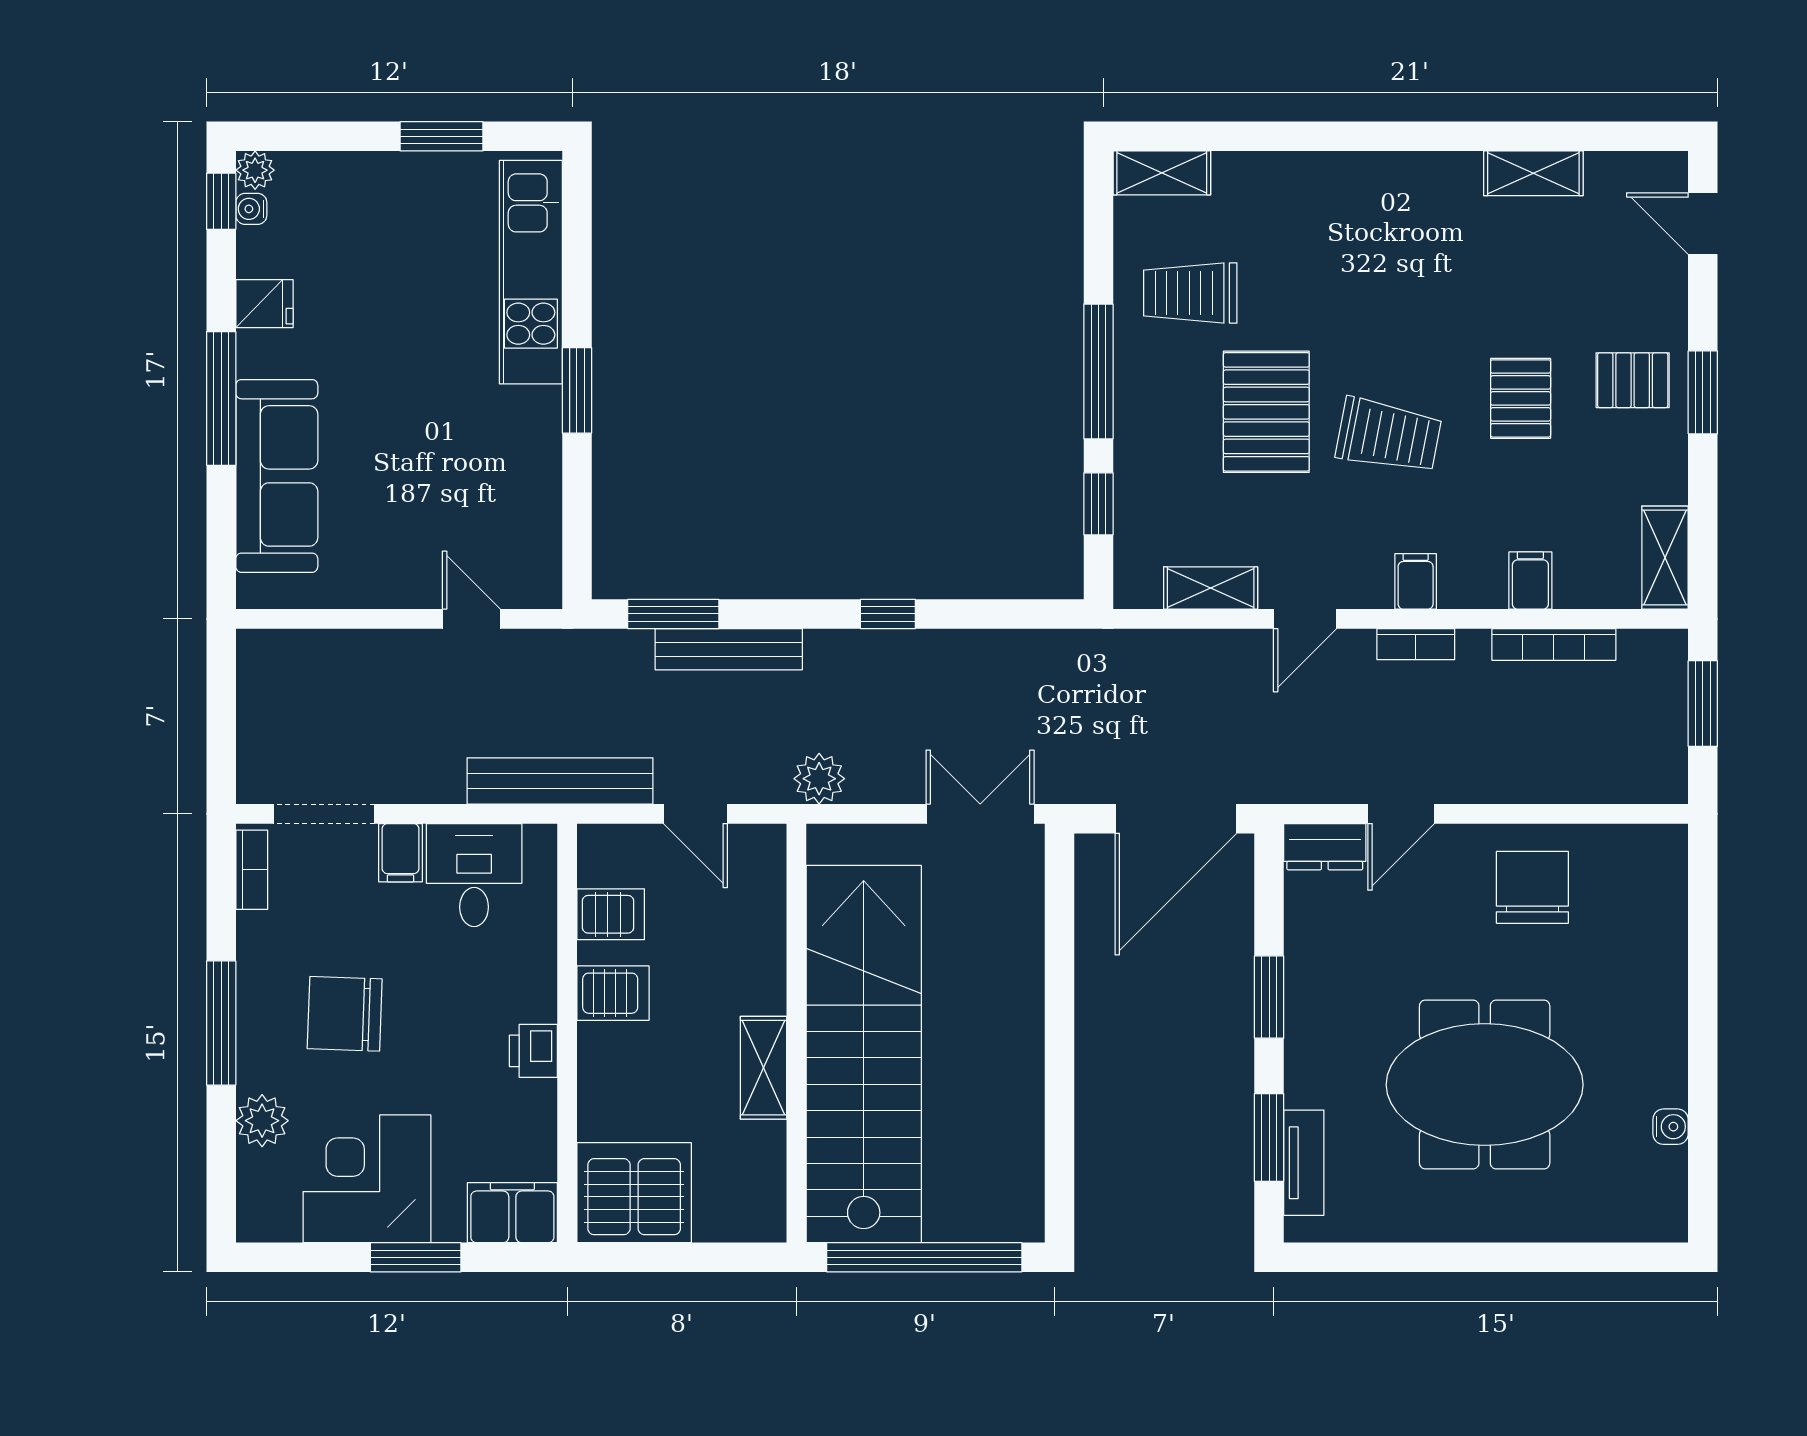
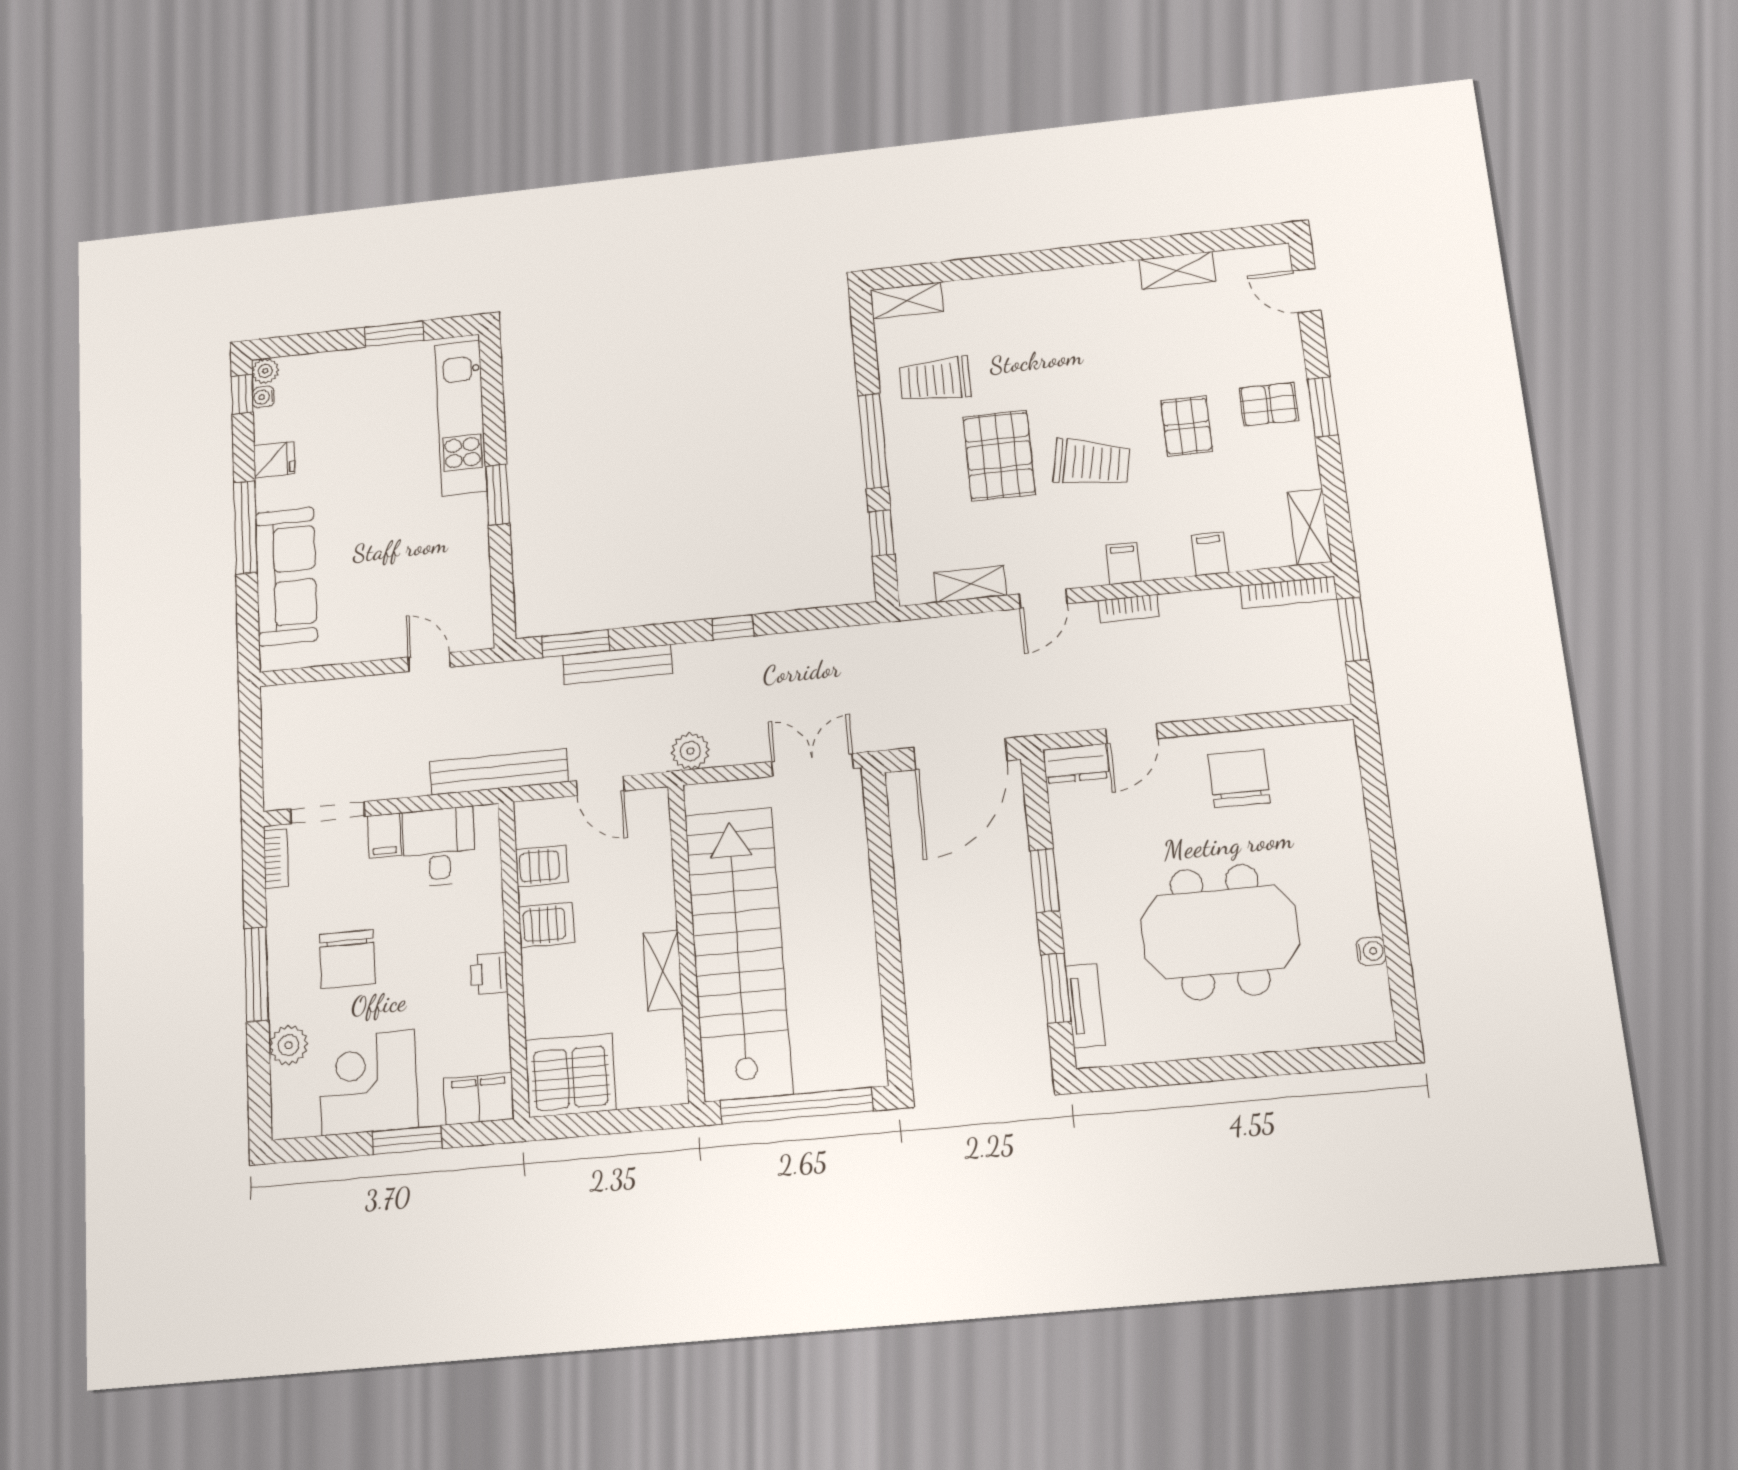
bookcase: (1554, 644) -> (1289, 592), moved
chair: (345, 1014) -> (347, 959), turned -92

